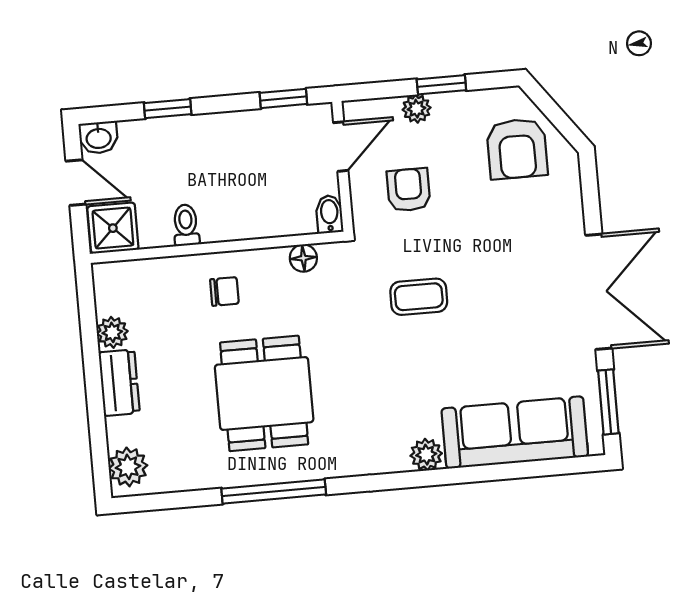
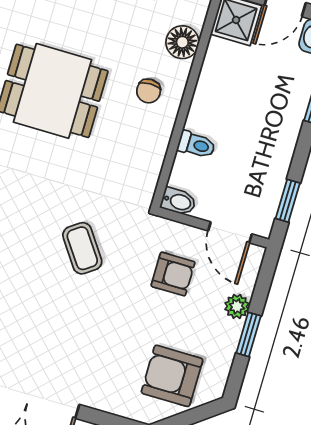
toilet: (186, 225) -> (196, 145), moved
floor lamp: (303, 258) -> (182, 42), moved, width x1.37, depth x1.37
coffee table: (419, 297) -> (82, 248), turned -35

